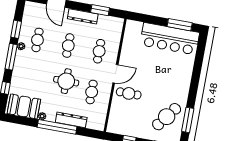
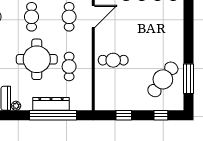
door: (115, 74) -> (93, 16), moved
round table: (66, 81) -> (37, 59), width x1.36, depth x1.36
window: (57, 127) -> (53, 115), moved

